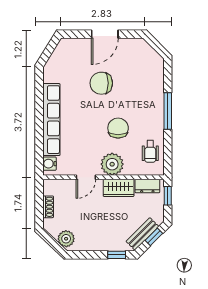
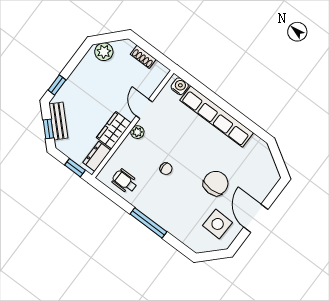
side table: (130, 59) -> (218, 224), added
chair: (118, 128) -> (166, 169), width x0.54, depth x0.54
plant: (112, 164) -> (137, 132), width x0.53, depth x0.53

